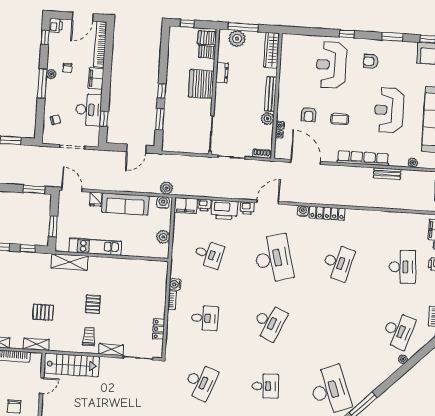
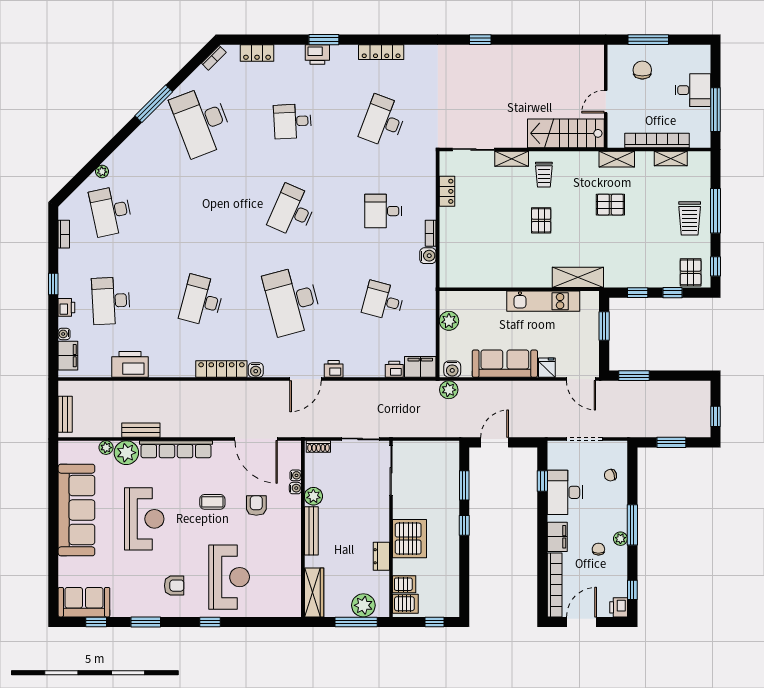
plant: (399, 158) -> (126, 453), added
printer: (224, 210) -> (130, 364), moved
desk: (398, 331) -> (111, 211), turned -30

